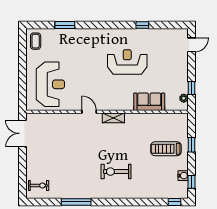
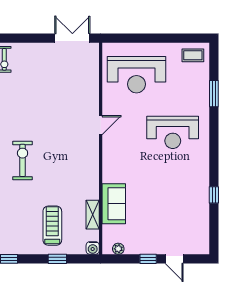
door: (191, 45) -> (174, 259), moved
reception desk: (127, 62) -> (173, 132), moved, turned 90
window: (191, 88) -> (148, 259), moved
shelving: (113, 118) -> (93, 215), moved
water cooler: (183, 176) -> (93, 248), moved

